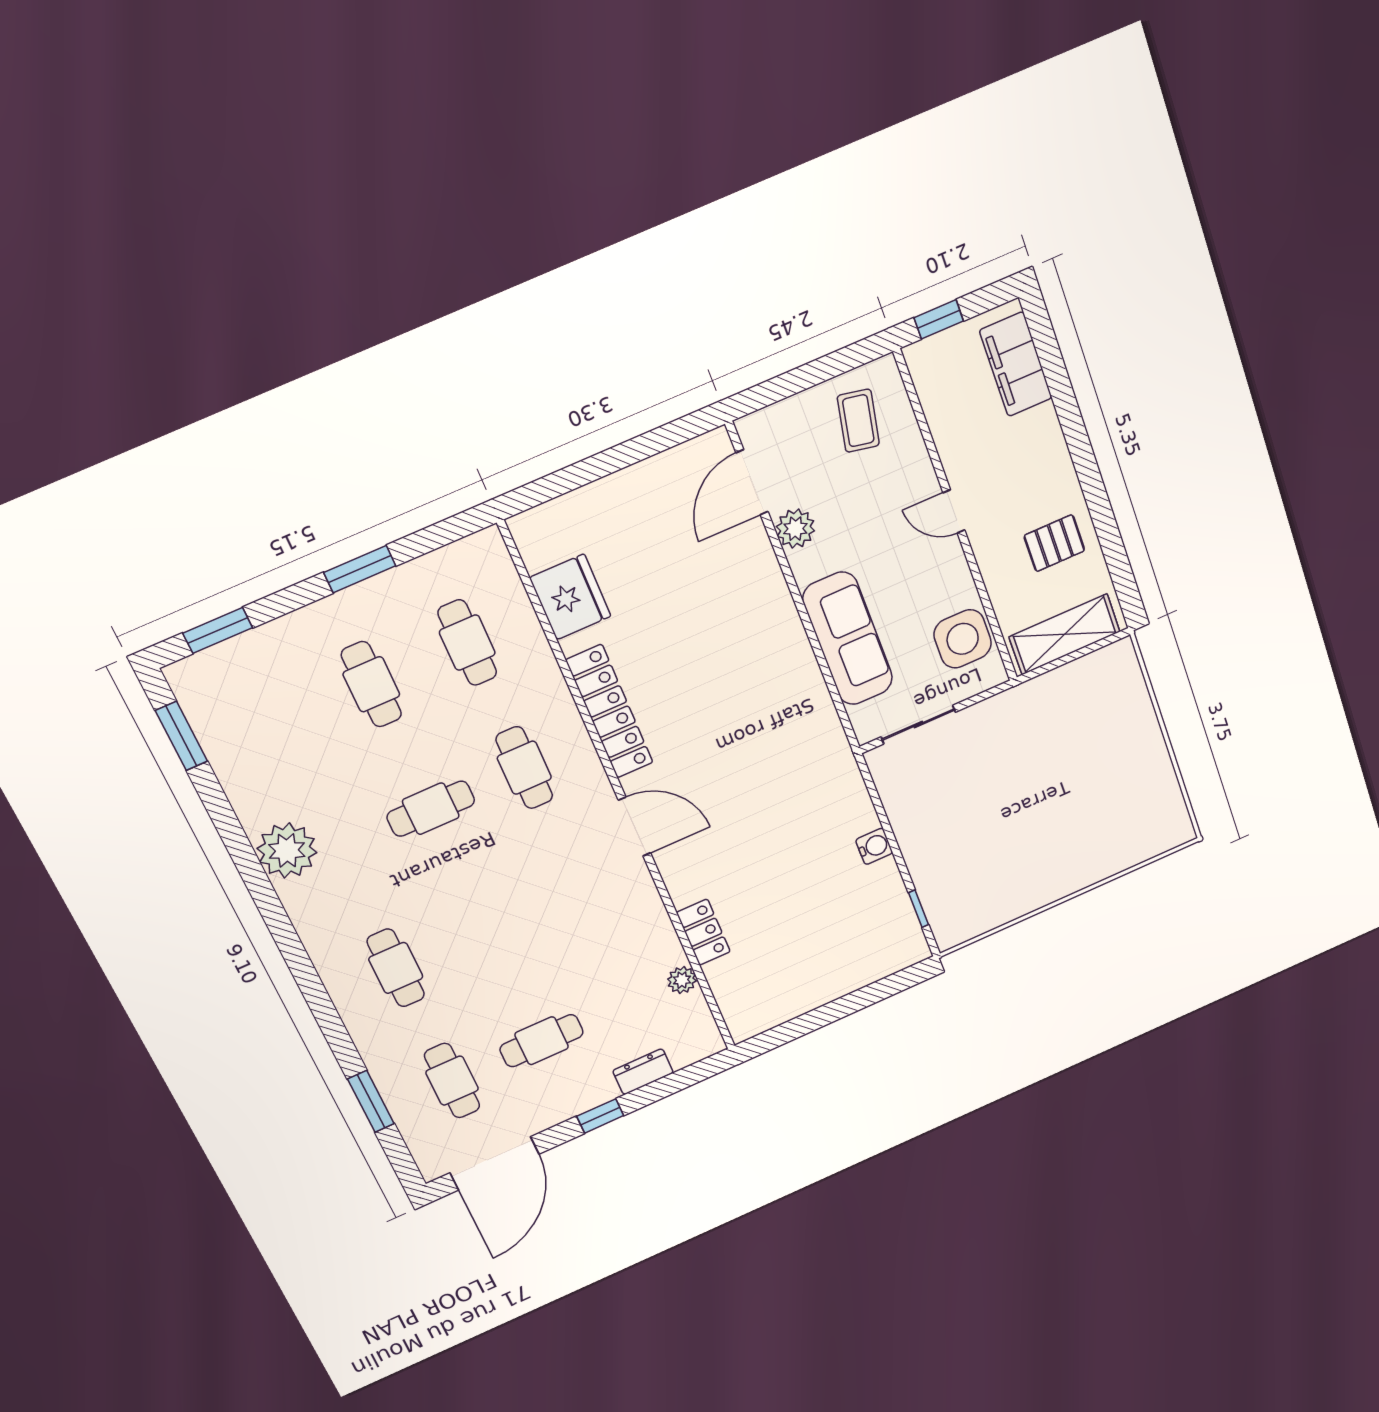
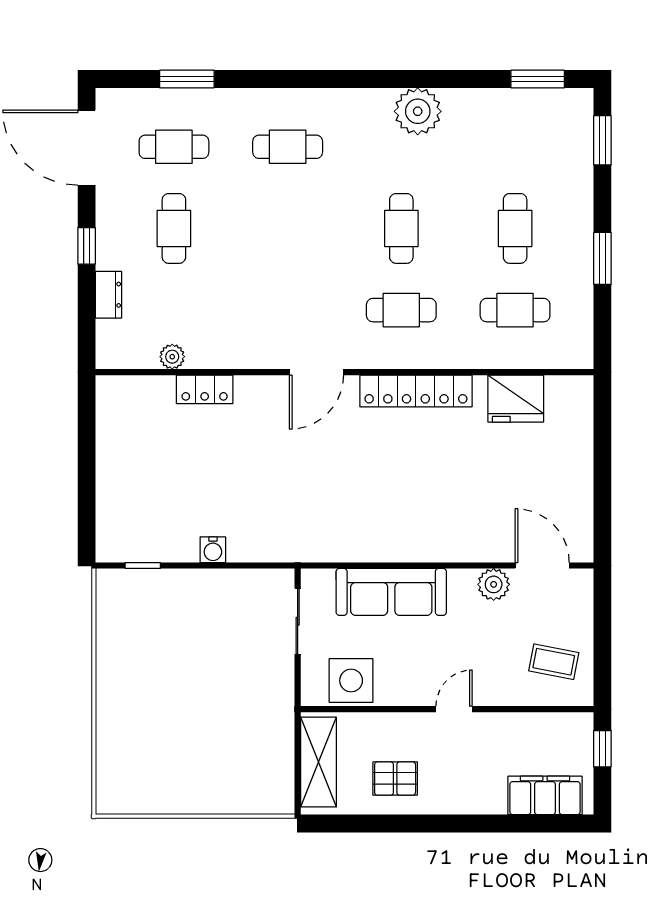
pallet: (1054, 543) -> (395, 779), turned 90
cafe table: (371, 684) -> (515, 228), turned 90

